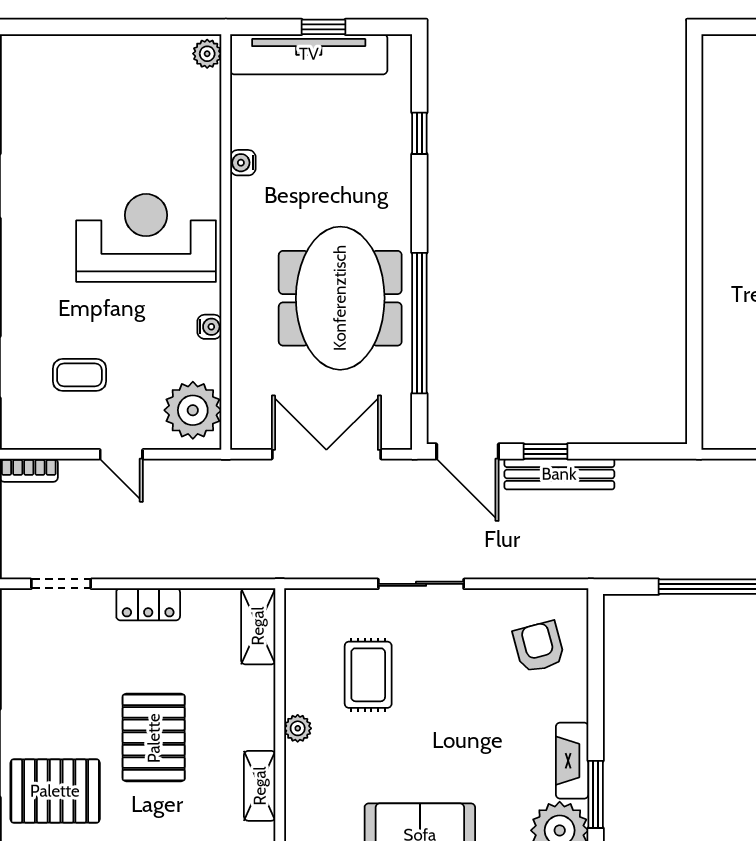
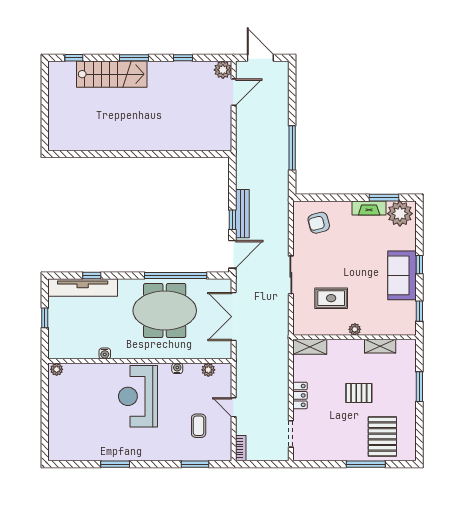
tv unit: (309, 54) -> (83, 288), moved, turned 90
plant: (193, 410) -> (208, 370), width x0.53, depth x0.53
door: (121, 454) -> (234, 407), swing flipped
pallet: (154, 738) -> (359, 393), width x0.67, depth x0.71

